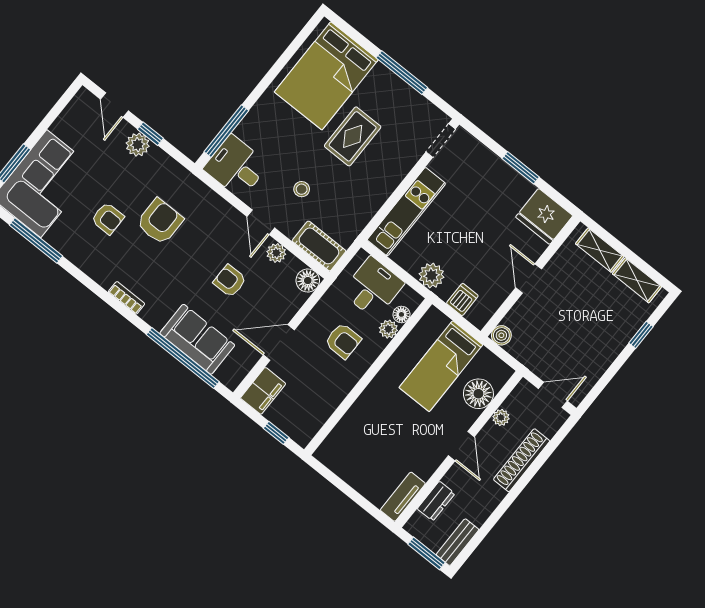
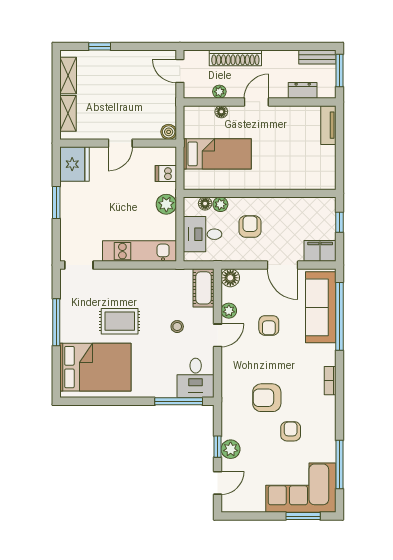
sofa: (197, 339) -> (321, 307), width x1.36
floor lamp: (478, 394) -> (221, 112), width x0.53, depth x0.53
tv unit: (403, 497) -> (328, 125), moved, turned 90

